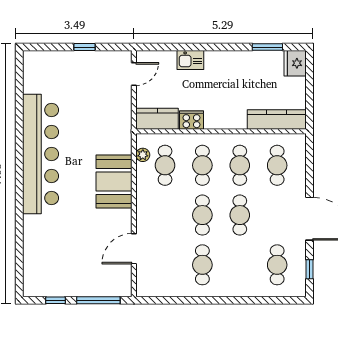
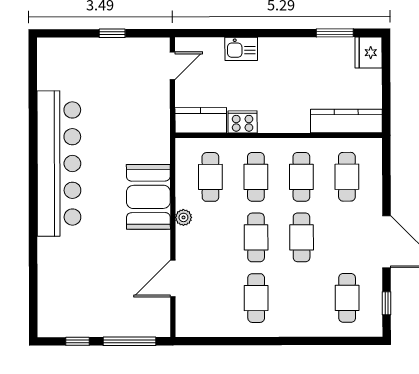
plant: (143, 155) -> (183, 217), moved

